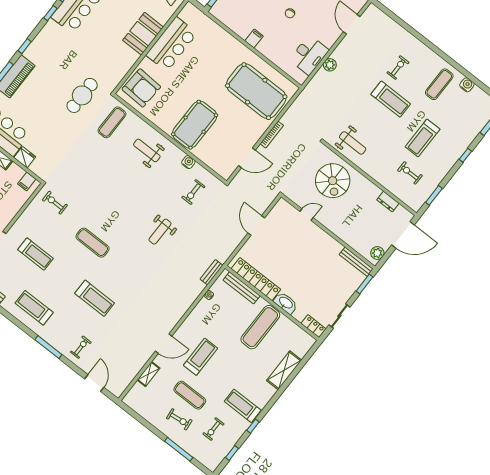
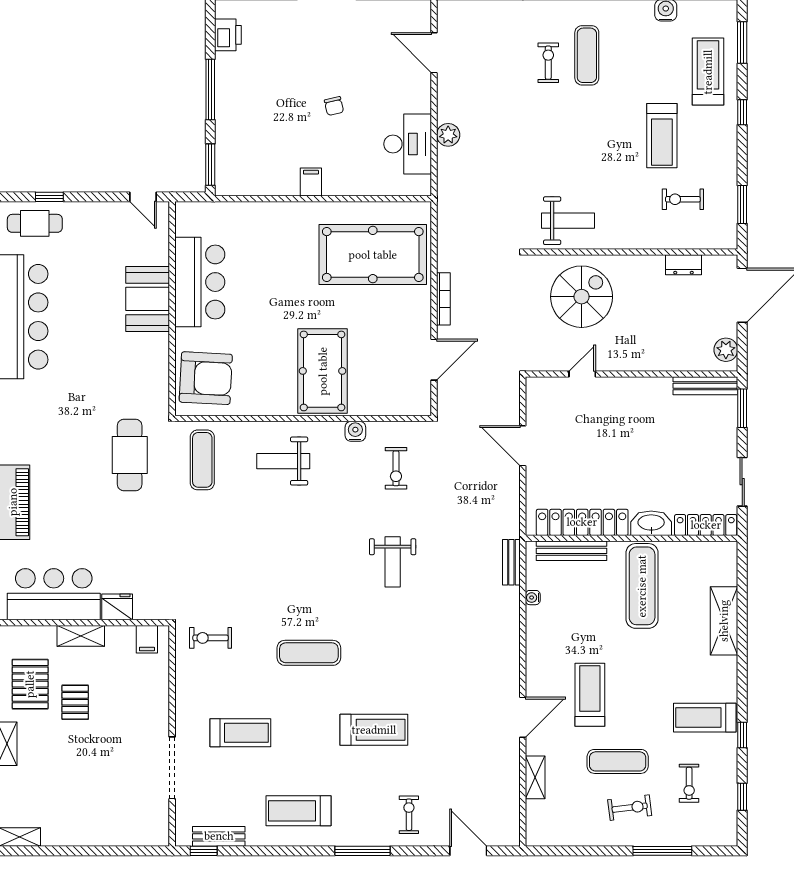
exercise mat: (439, 84) -> (587, 55), moved
treadmill: (391, 99) -> (708, 72), moved, turned -90
spiral stairs: (333, 181) -> (582, 297), turned -90
locker: (314, 326) -> (706, 525), width x1.53

